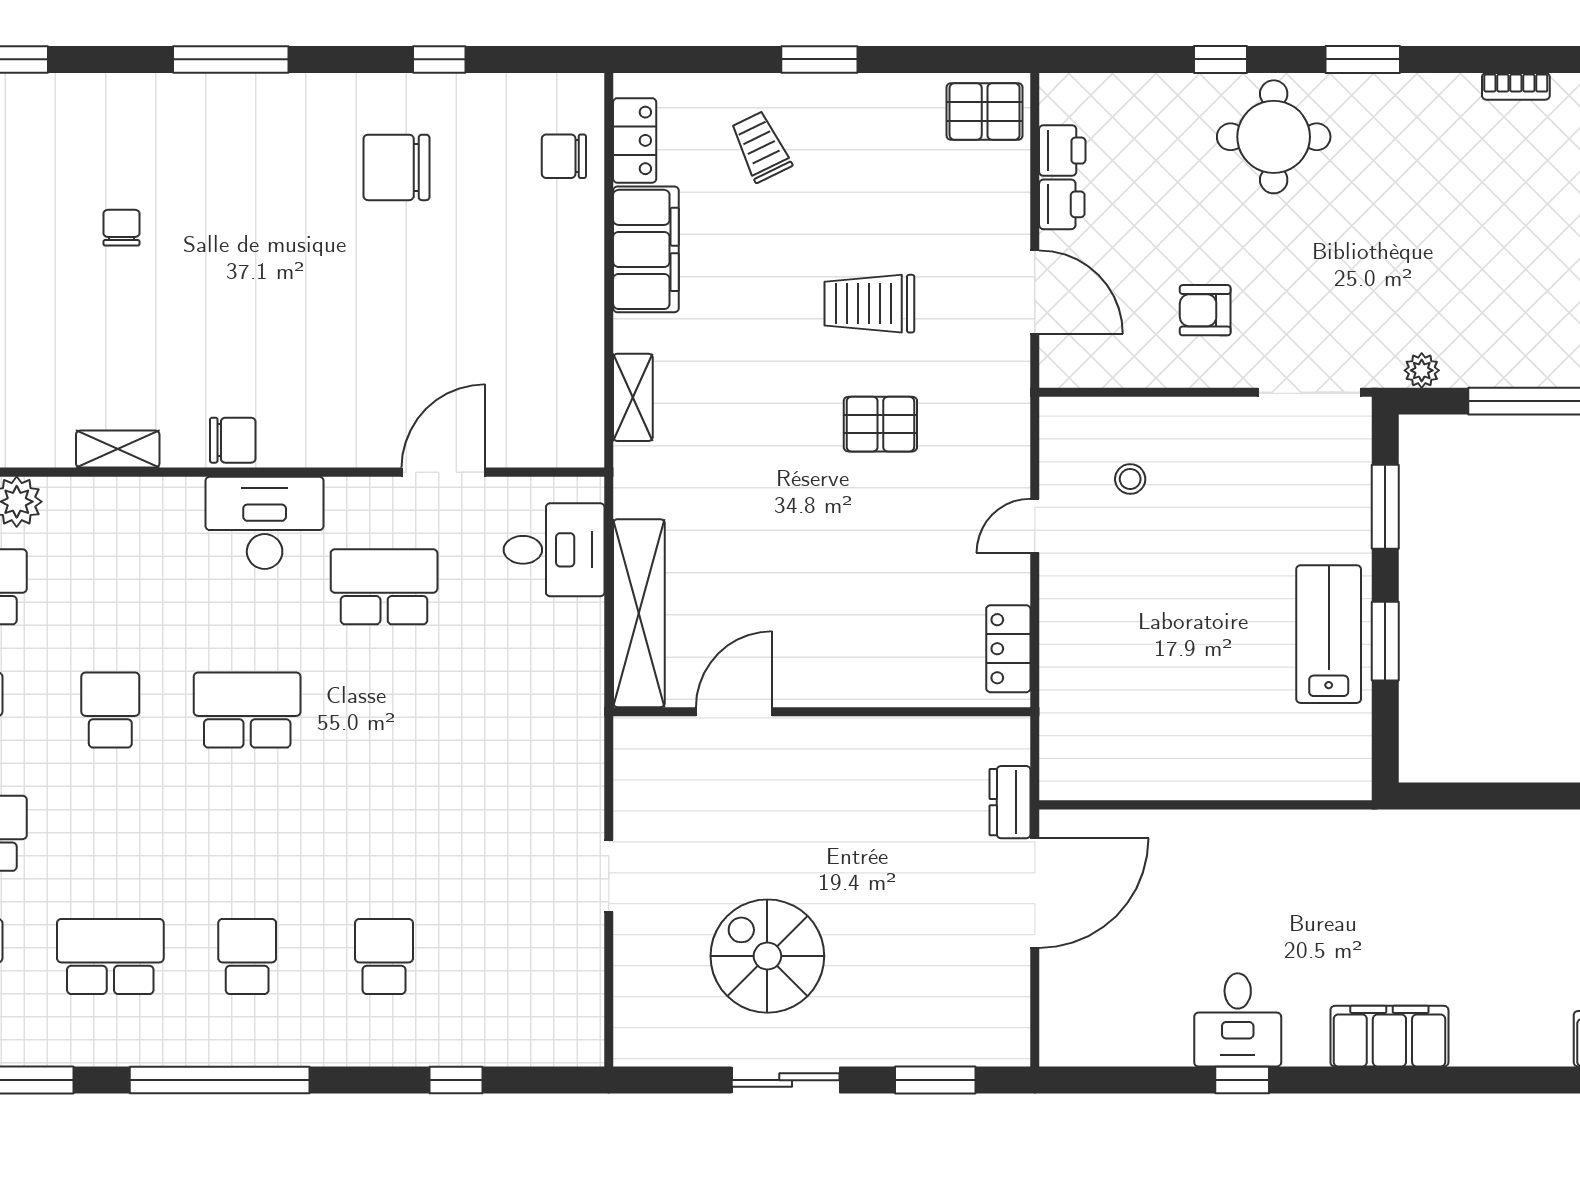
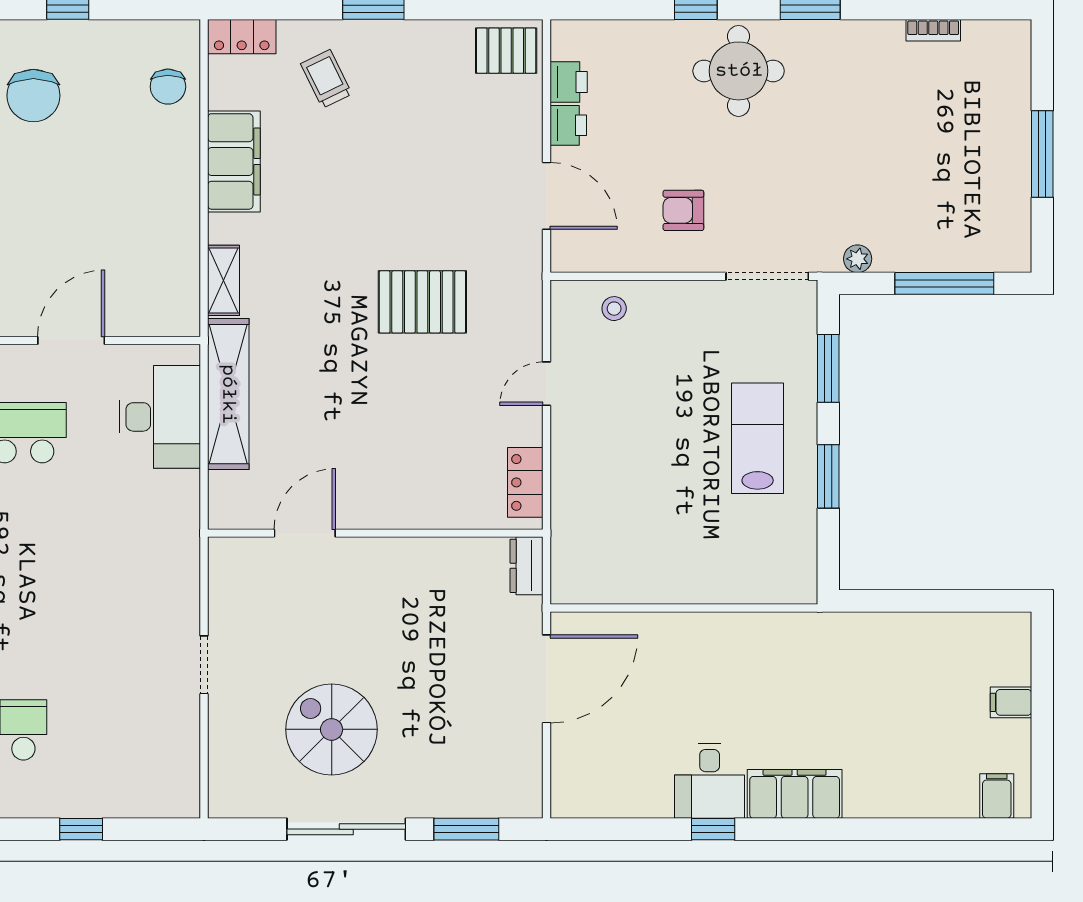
locker: (635, 140) -> (242, 37), moved, turned 90
chair: (564, 156) -> (168, 87), turned -90
chair: (396, 167) -> (33, 96), turned -90
trolley: (869, 304) -> (414, 205), removed
pallet: (880, 424) -> (422, 302), width x1.50, depth x1.42
stool: (1130, 479) -> (614, 309), moved
desk: (554, 550) -> (160, 417), width x1.37
shelving: (639, 613) -> (228, 394), moved
lab bench: (1329, 634) -> (758, 438), moved
dresser: (1010, 802) -> (527, 566), moved
filing cabinet: (1389, 1036) -> (795, 794), moved
sliding door: (786, 1080) -> (346, 829), width x1.37

